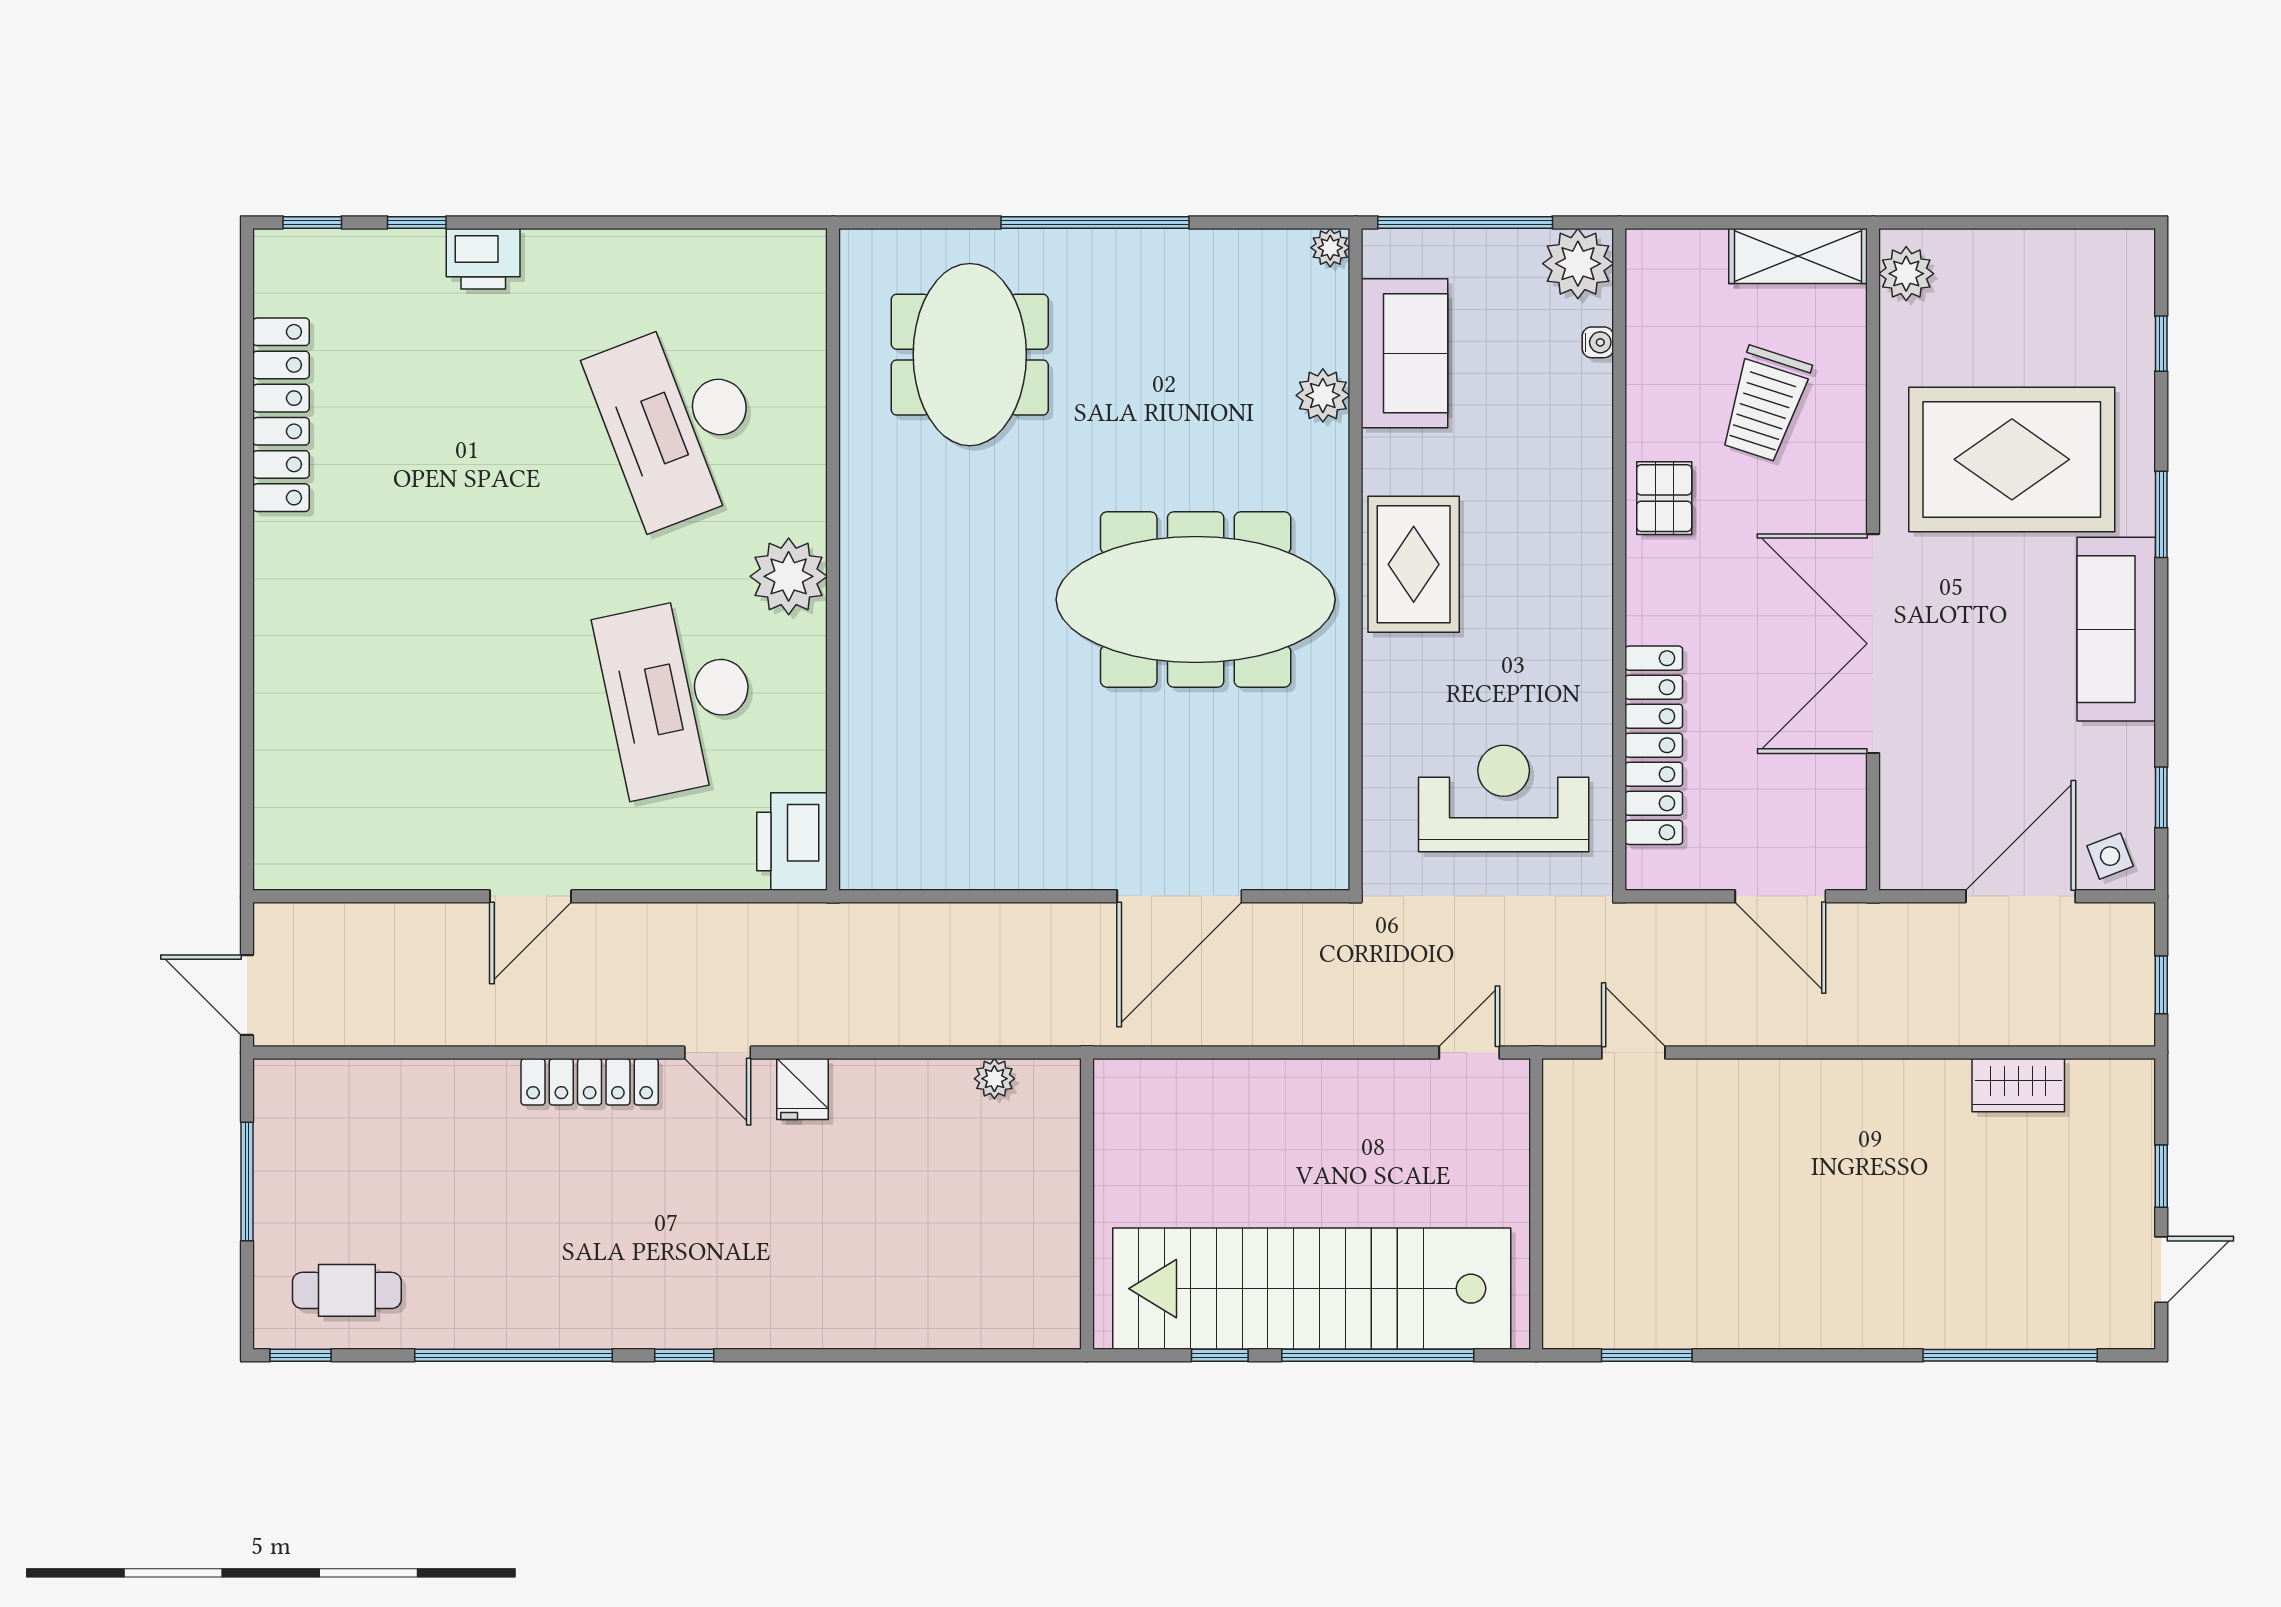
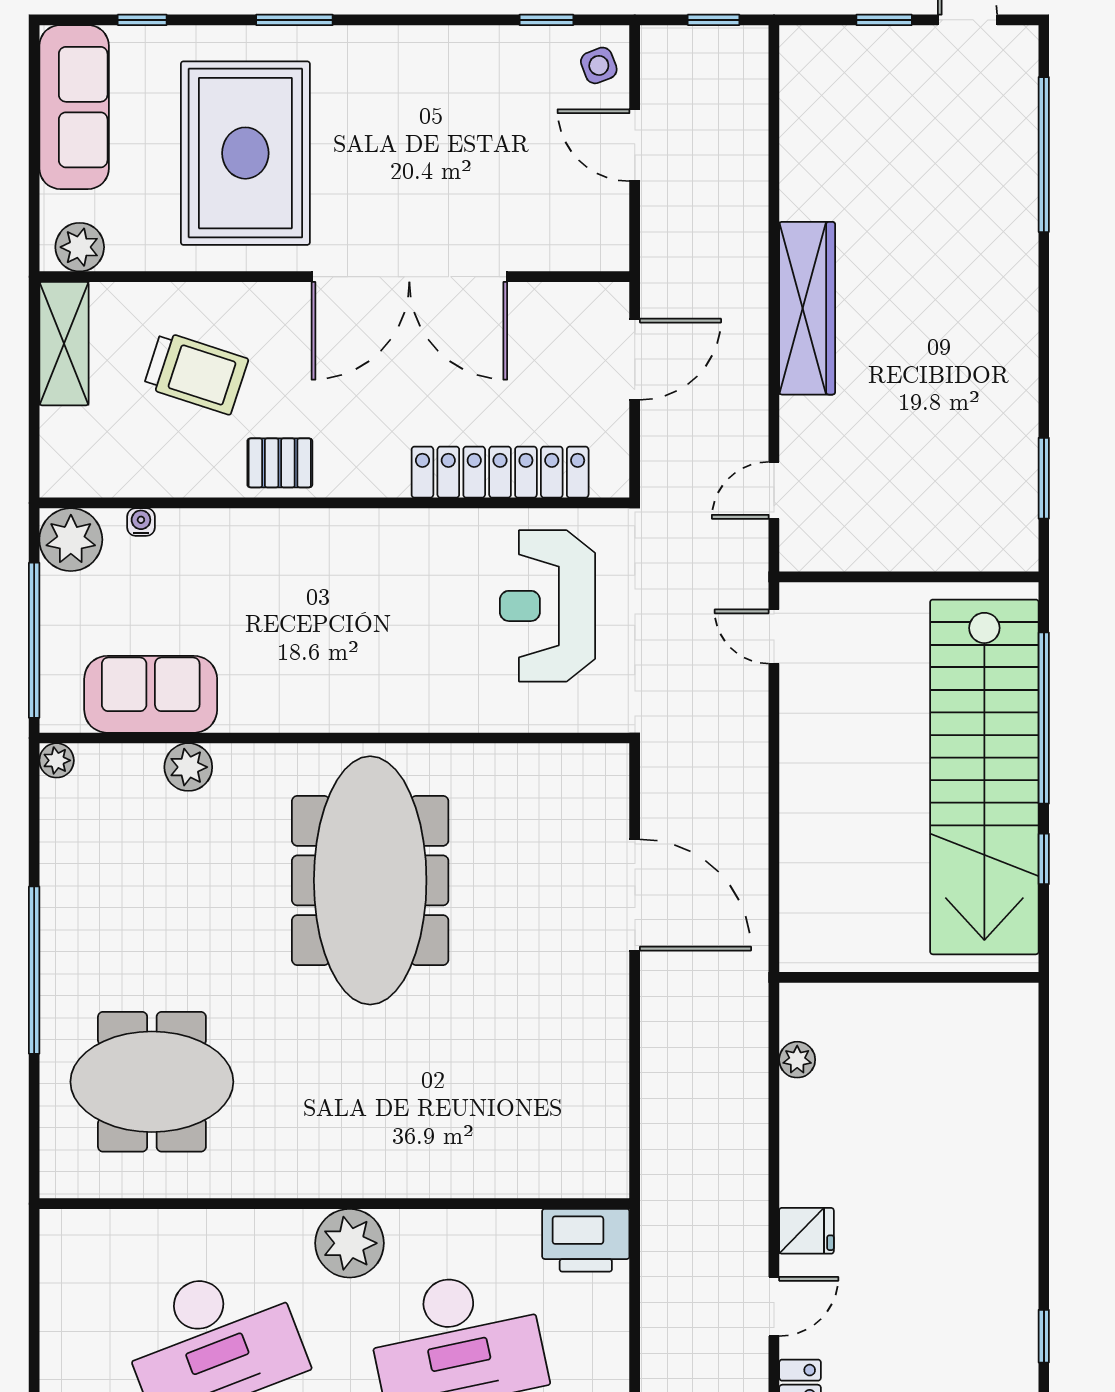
rug: (1414, 564) -> (339, 686), removed
sofa: (2116, 629) -> (74, 107), moved, turned -90
door: (2021, 896) -> (635, 145), width x0.73
wardrobe: (2018, 1085) -> (807, 308), moved, width x2.10, depth x1.17

